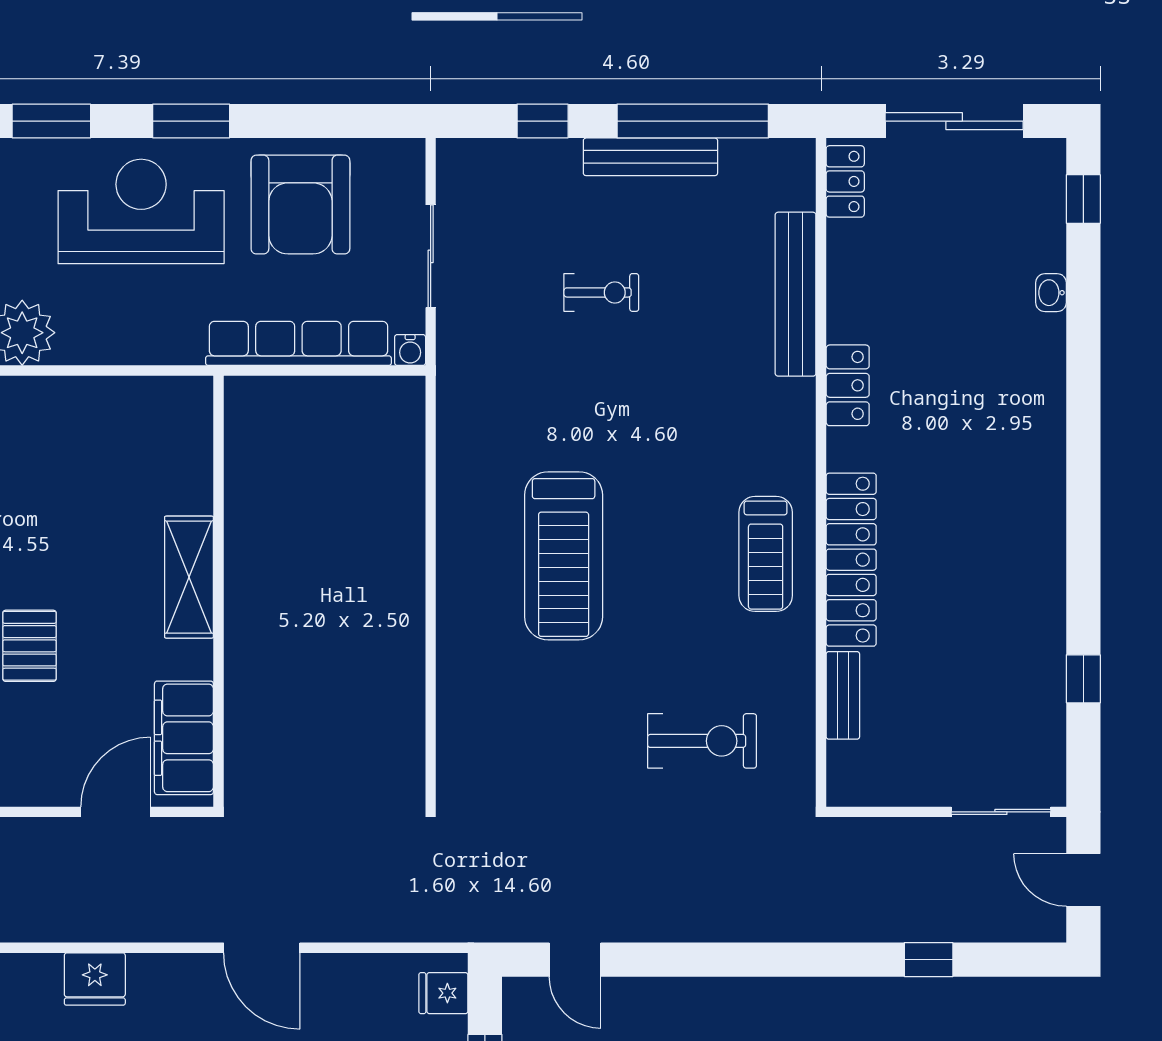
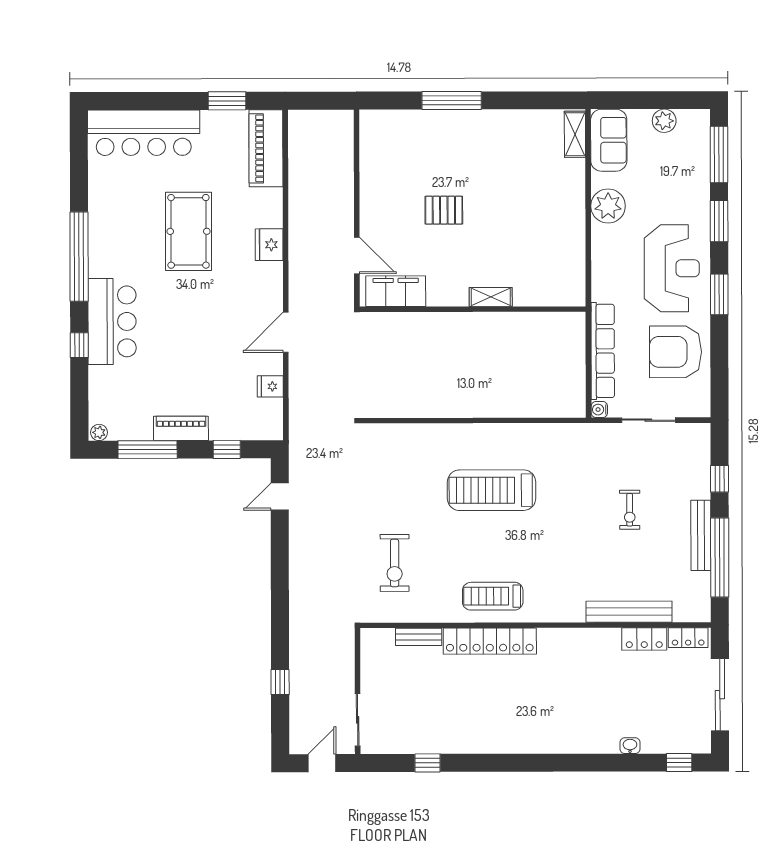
locker: (848, 385) -> (644, 639), moved
shelving: (189, 577) -> (491, 297), width x0.67, depth x0.75
fridge: (443, 993) -> (270, 386), moved, turned -90

